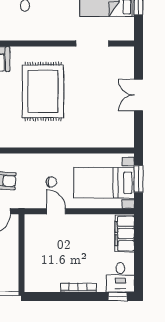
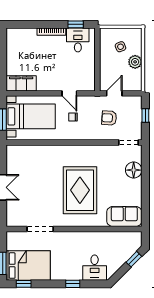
filing cabinet: (125, 234) -> (21, 83), moved, turned -90
desk: (120, 277) -> (78, 40), moved
window: (118, 297) -> (76, 24), moved

